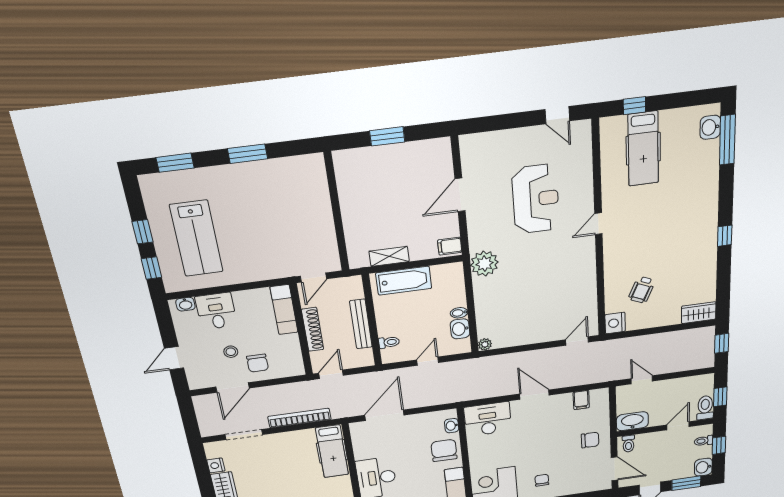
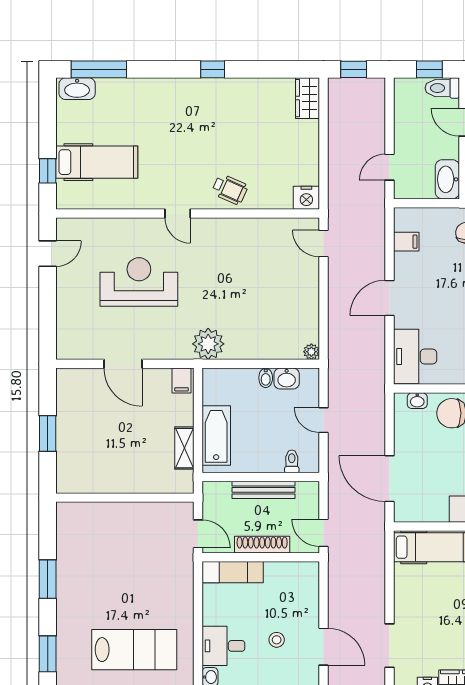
washbasin: (710, 127) -> (77, 89), width x1.38
wheelchair: (642, 290) -> (230, 189), moved
chair: (258, 363) -> (296, 613), removed
bookcase: (299, 418) -> (377, 578), removed

